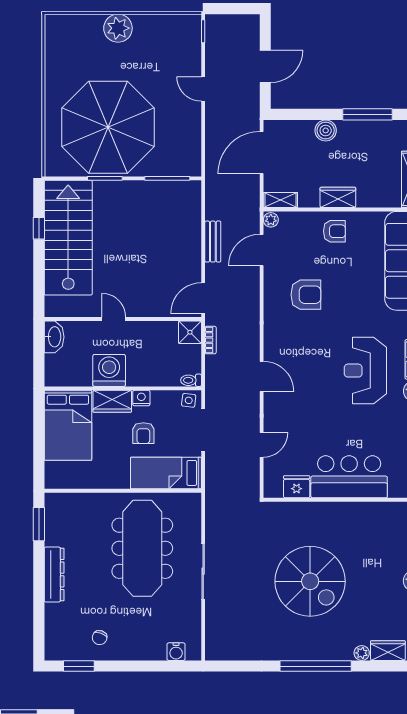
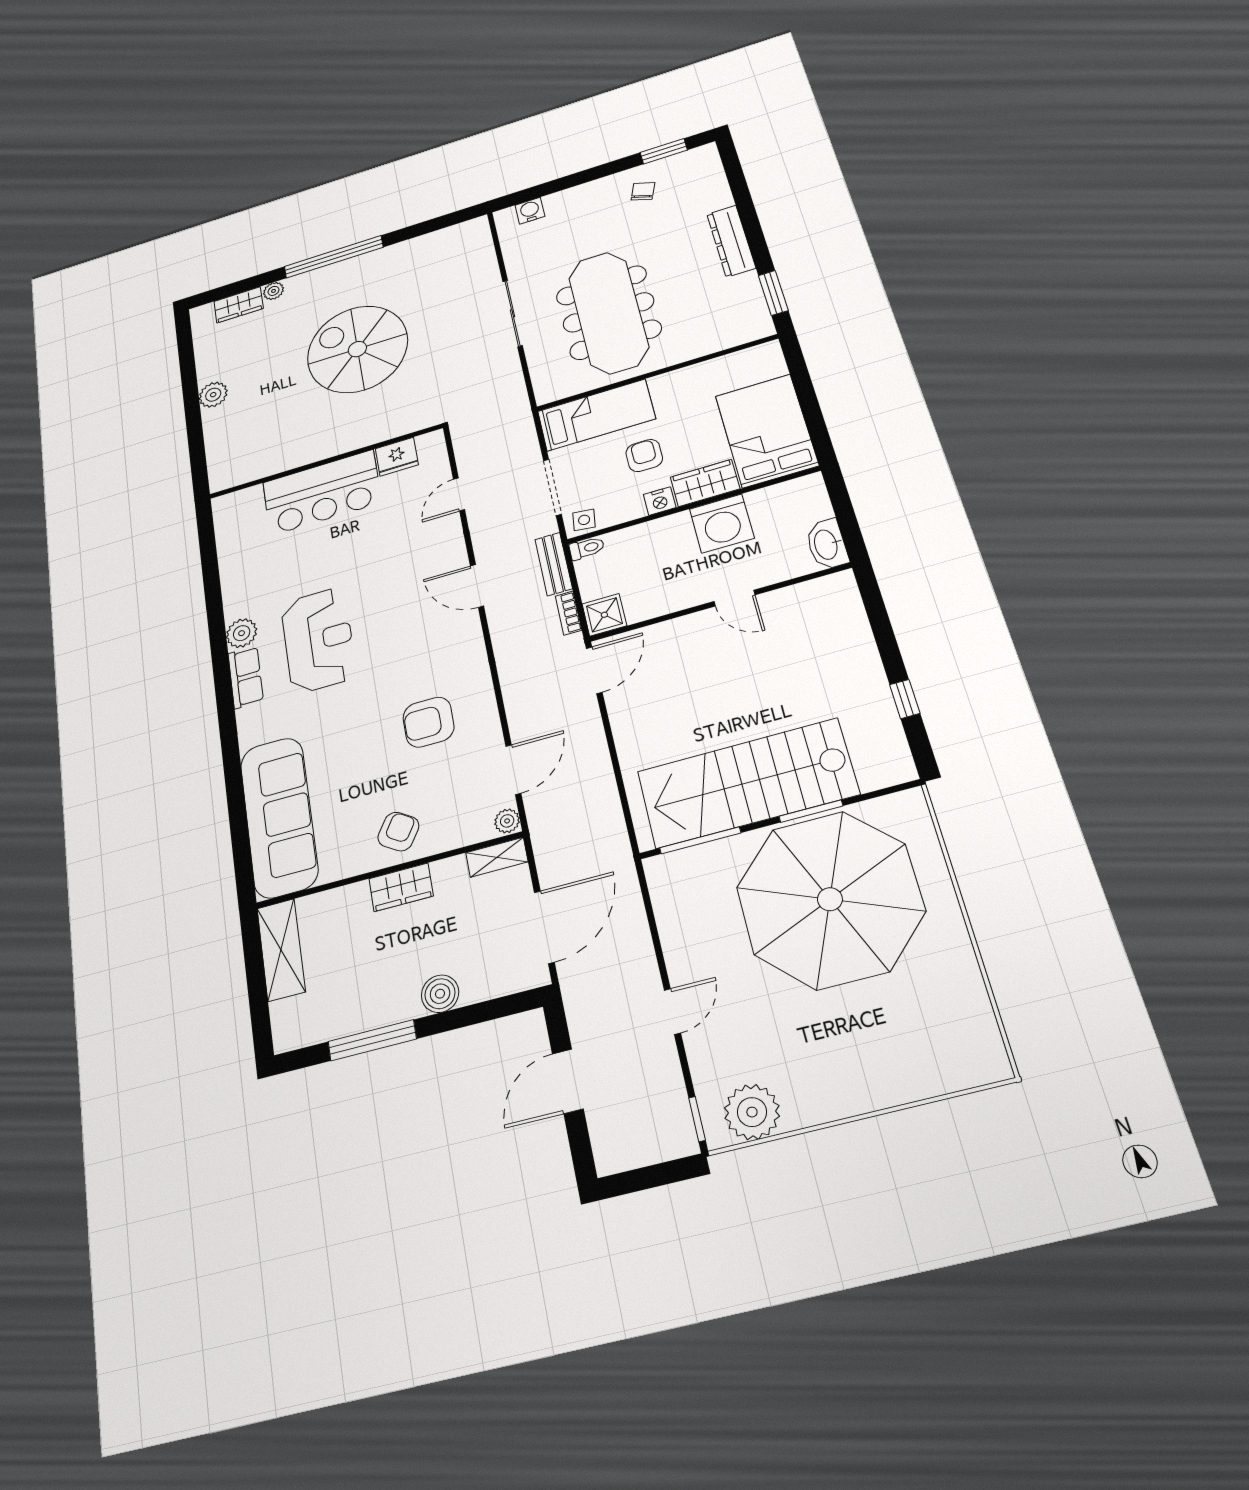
plant: (118, 28) -> (752, 1112), moved
door: (203, 89) -> (672, 1012), hinge flipped
armchair: (334, 231) -> (398, 832), turned 123
stairs: (68, 238) -> (747, 783), moved, turned 90
bench: (213, 242) -> (554, 564), moved

